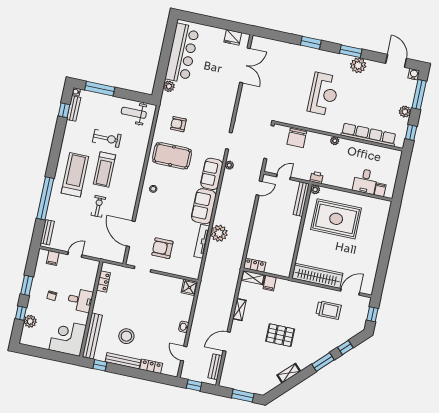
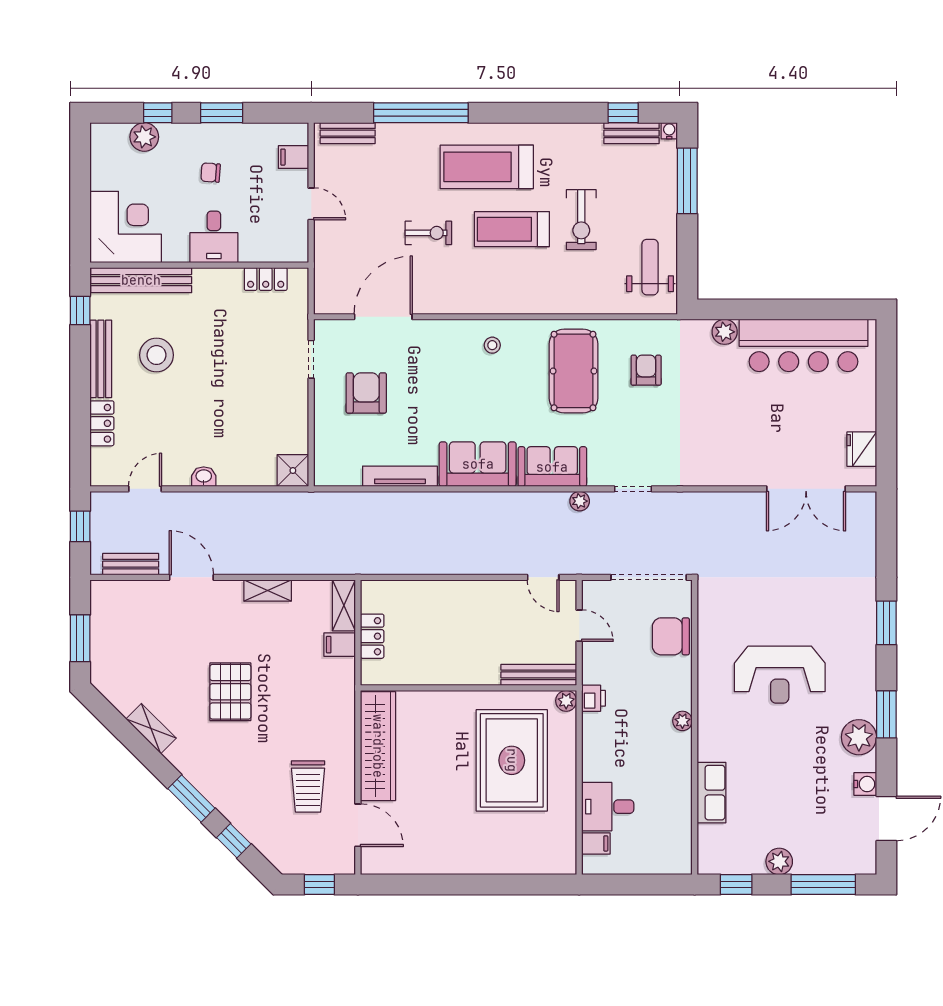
water cooler: (414, 74) -> (865, 784), moved
row of seats: (369, 135) -> (712, 793), width x0.50
treadmill: (75, 175) -> (487, 167), turned 180
plant: (219, 233) -> (425, 510), removed
locker: (255, 265) -> (372, 636), moved

